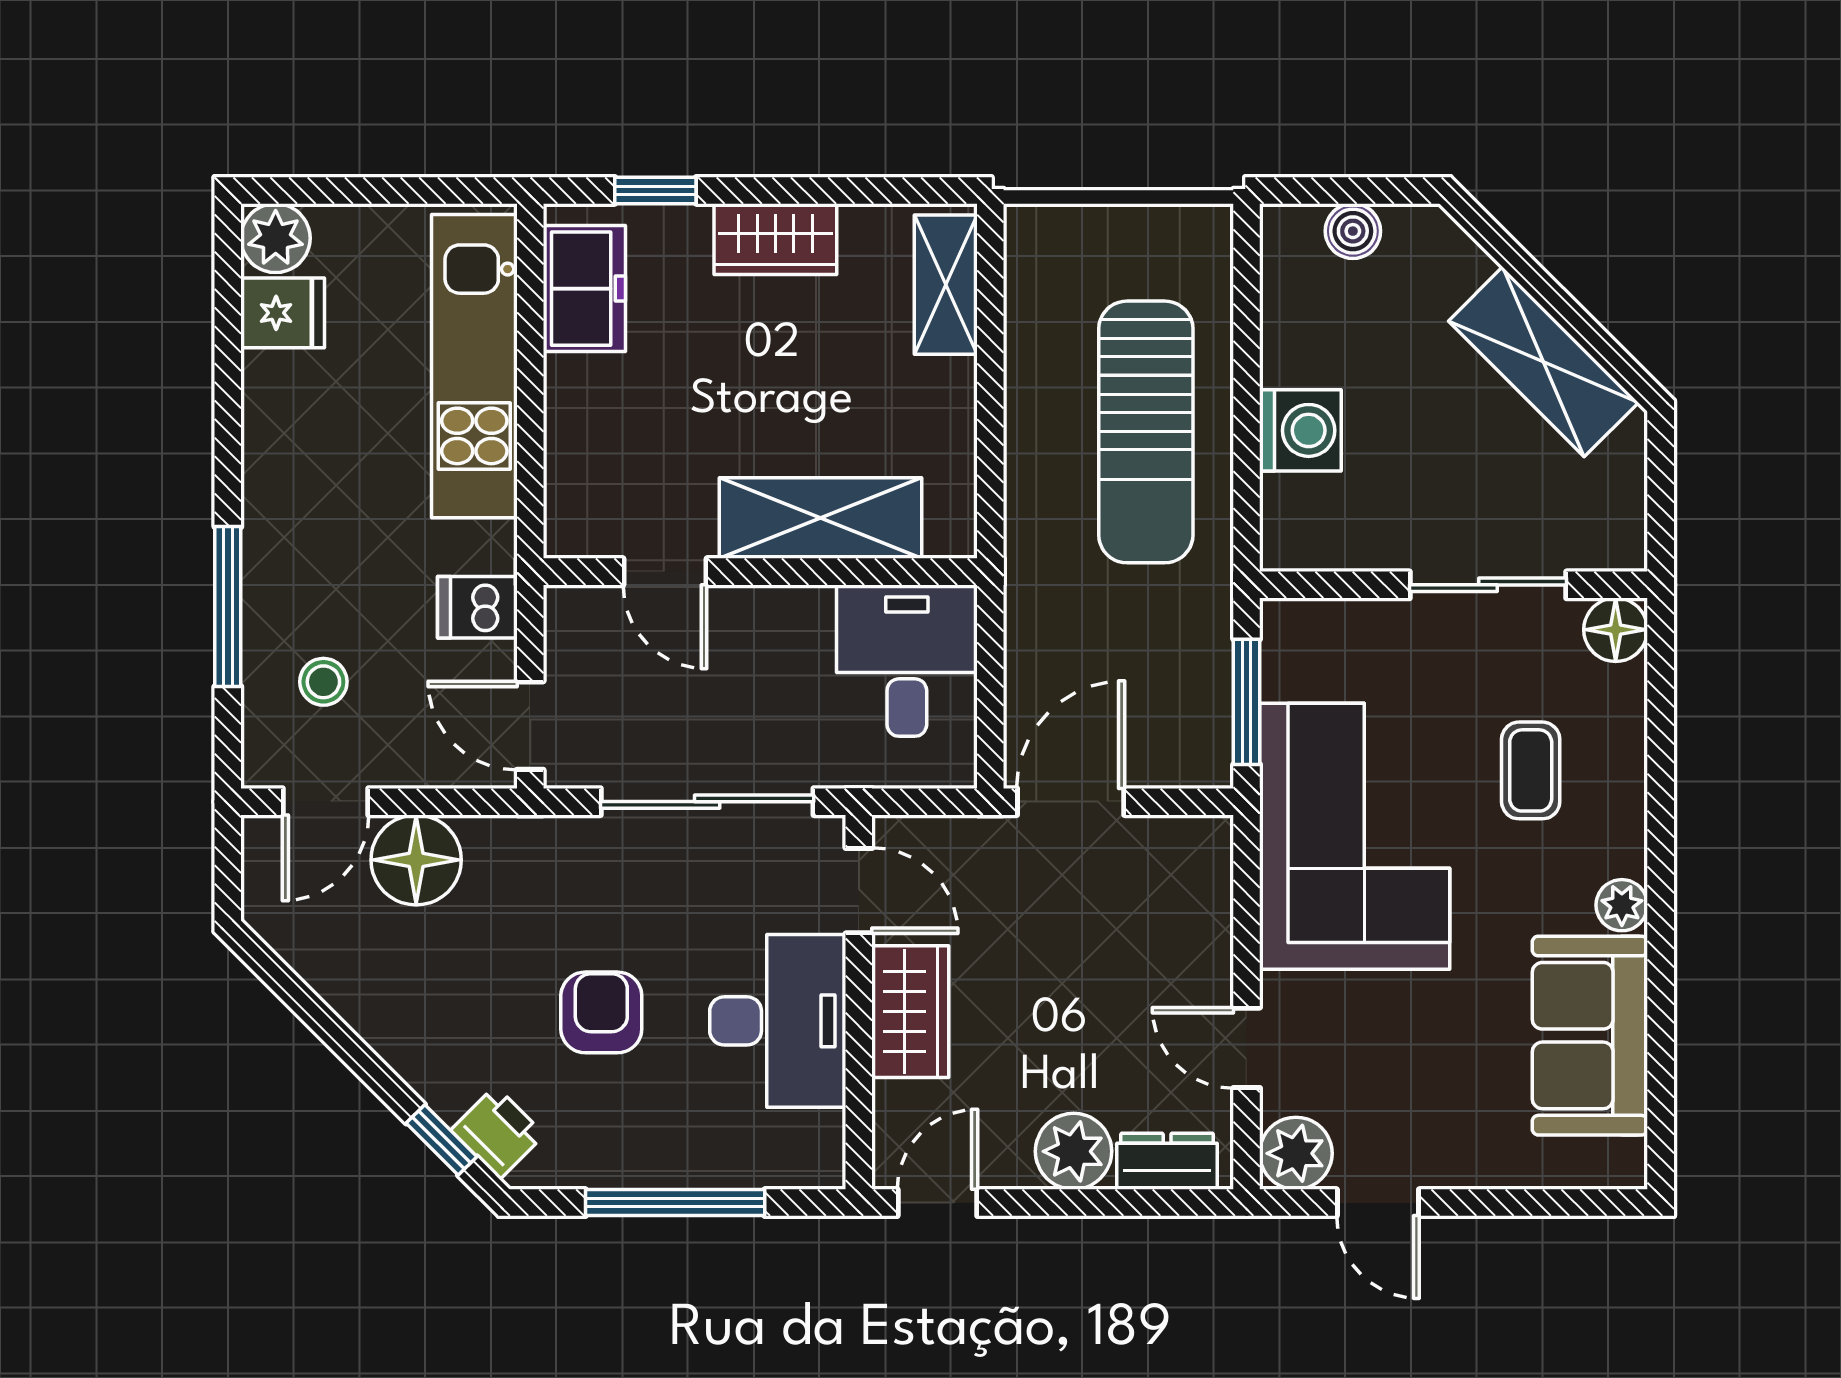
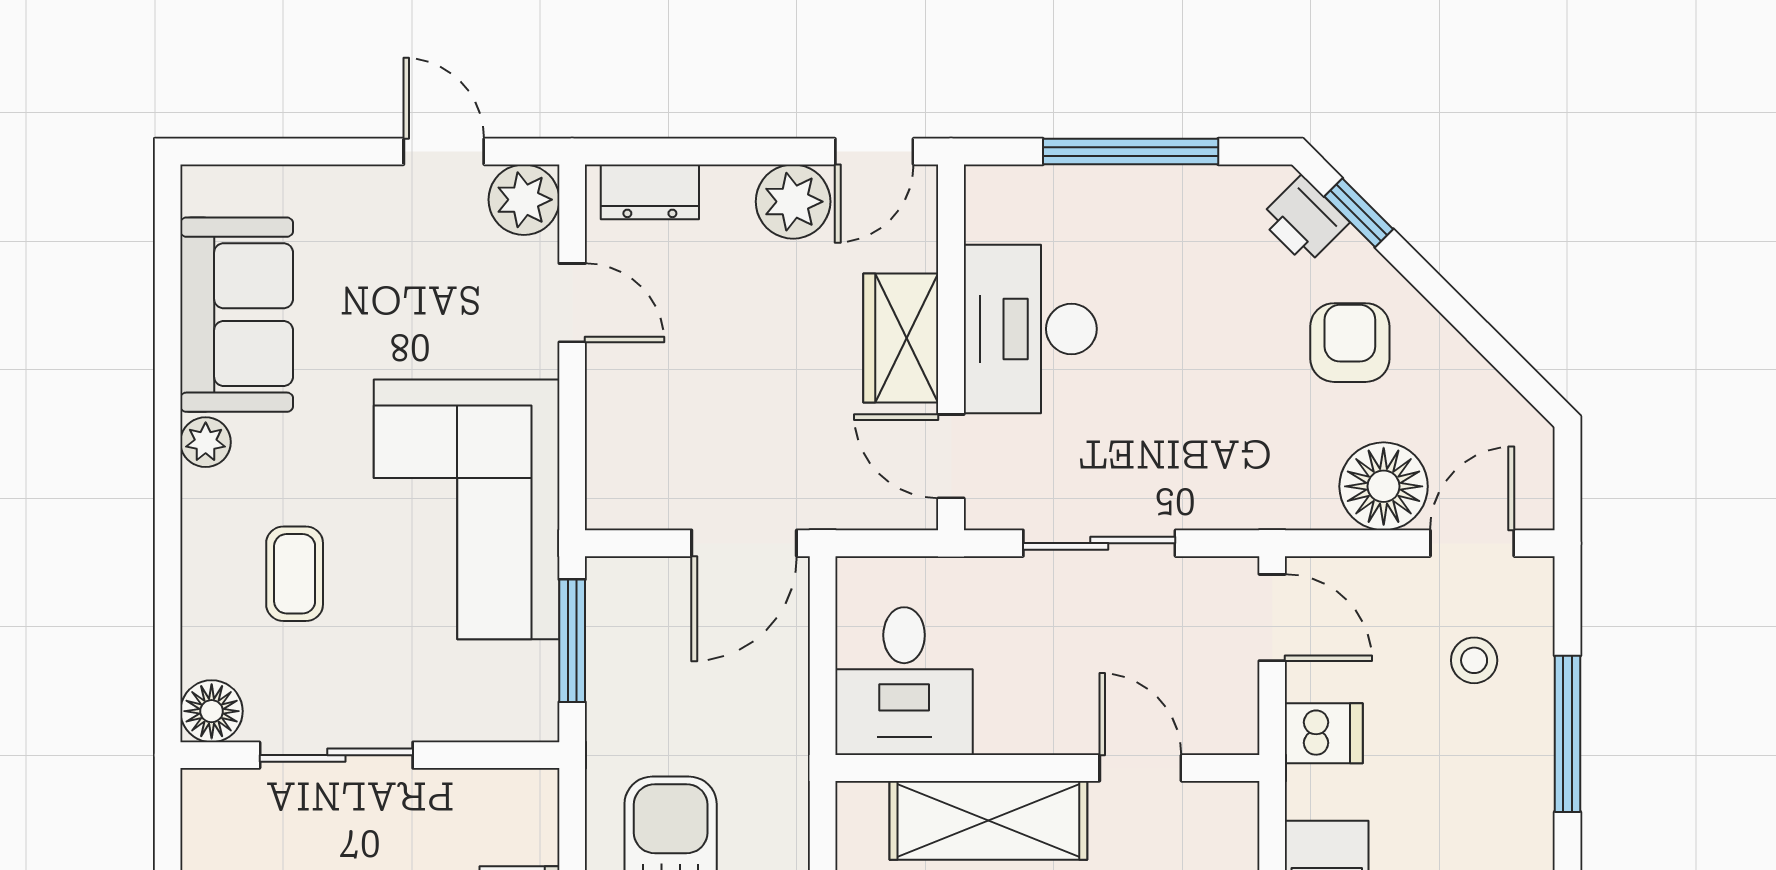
sliding door: (707, 802) -> (1099, 543), width x0.73
armchair: (601, 1012) -> (1350, 343), moved, turned 180
plant: (1074, 1151) -> (793, 202), moved

